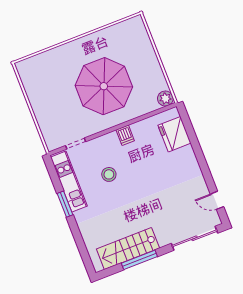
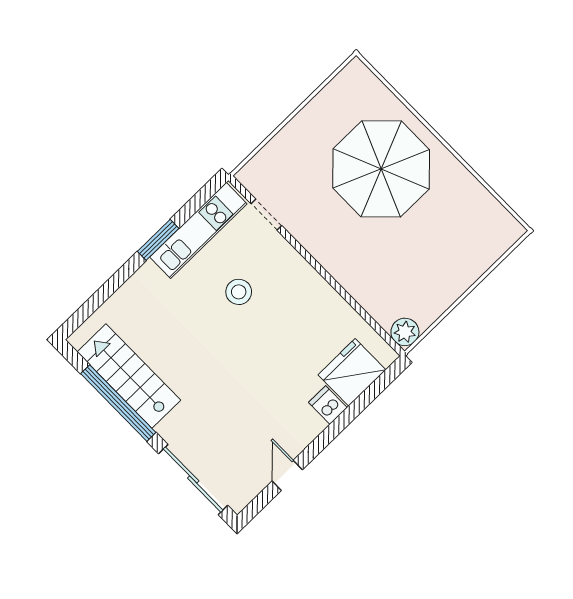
parasol: (104, 86) -> (381, 169), moved
dishwasher: (125, 135) -> (328, 405), moved, turned 90
door: (217, 200) -> (287, 475), moved
window: (139, 260) -> (118, 403), width x1.46

